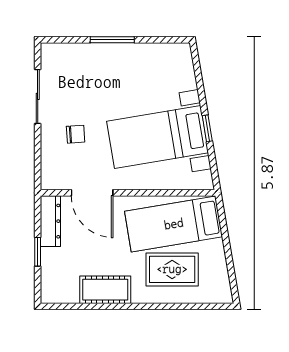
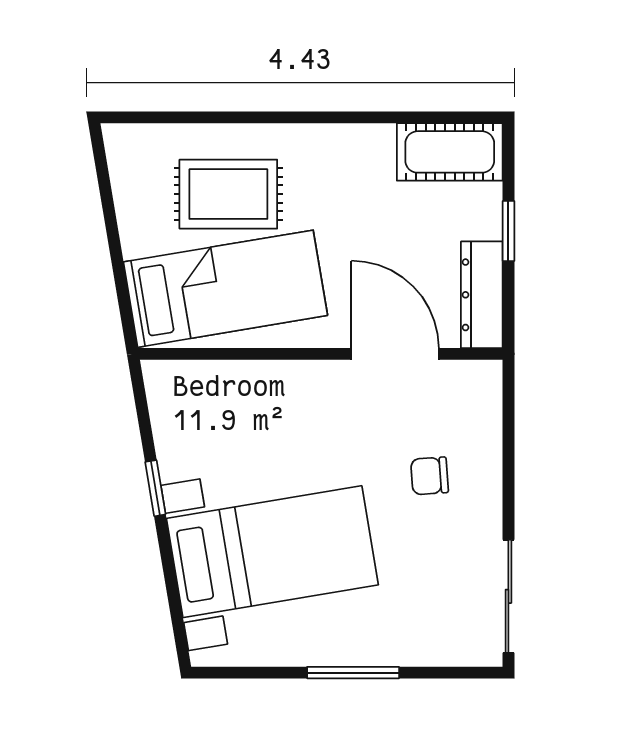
sliding door: (38, 96) -> (508, 596), moved
bed with nightstands: (158, 137) -> (272, 552), moved
cot: (105, 290) -> (450, 152), moved

